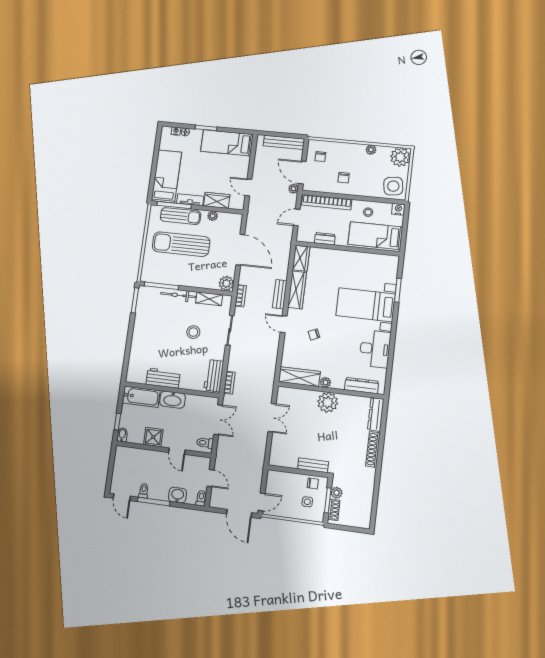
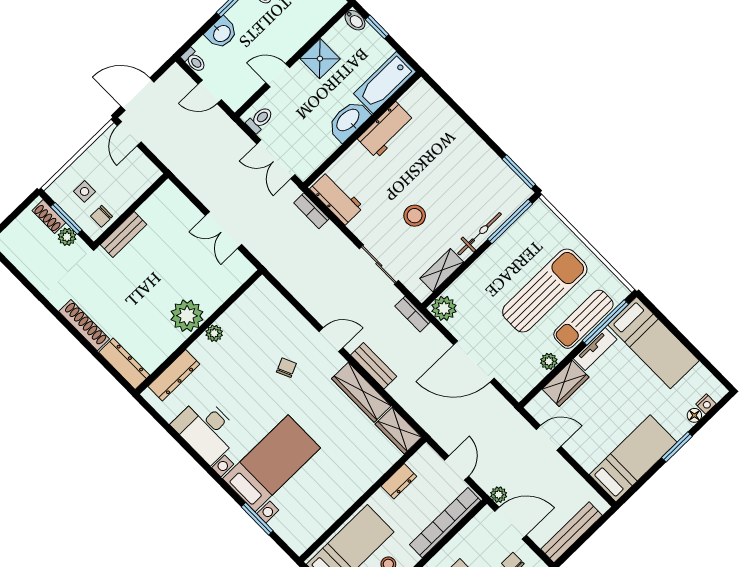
wardrobe: (299, 377) -> (248, 306), removed

